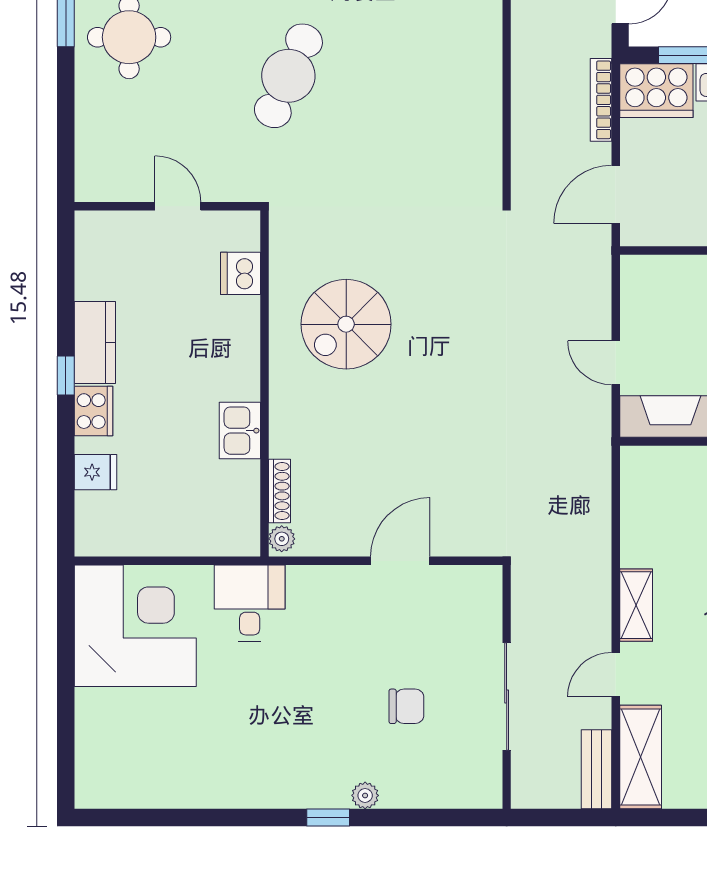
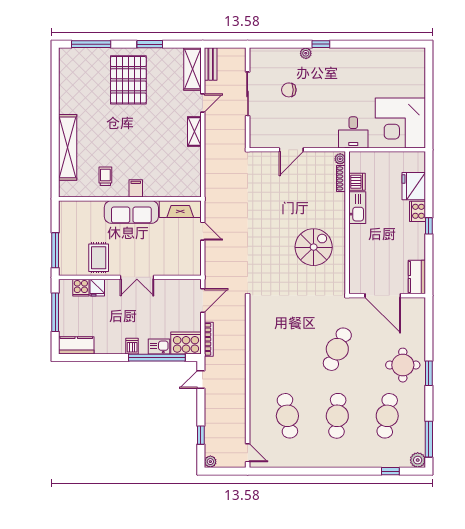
door: (178, 206) -> (383, 296), width x1.87
dishwasher: (241, 273) -> (357, 182), moved
kitchen counter: (95, 342) -> (417, 277), moved
kitchen sink: (240, 431) -> (357, 208), width x1.38
fridge: (95, 472) -> (414, 186), width x1.88, depth x1.34

